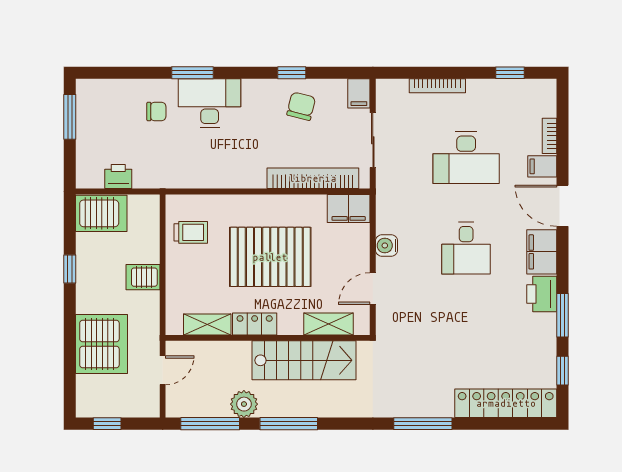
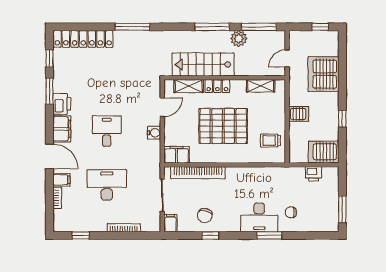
locker: (255, 324) -> (217, 86), moved

